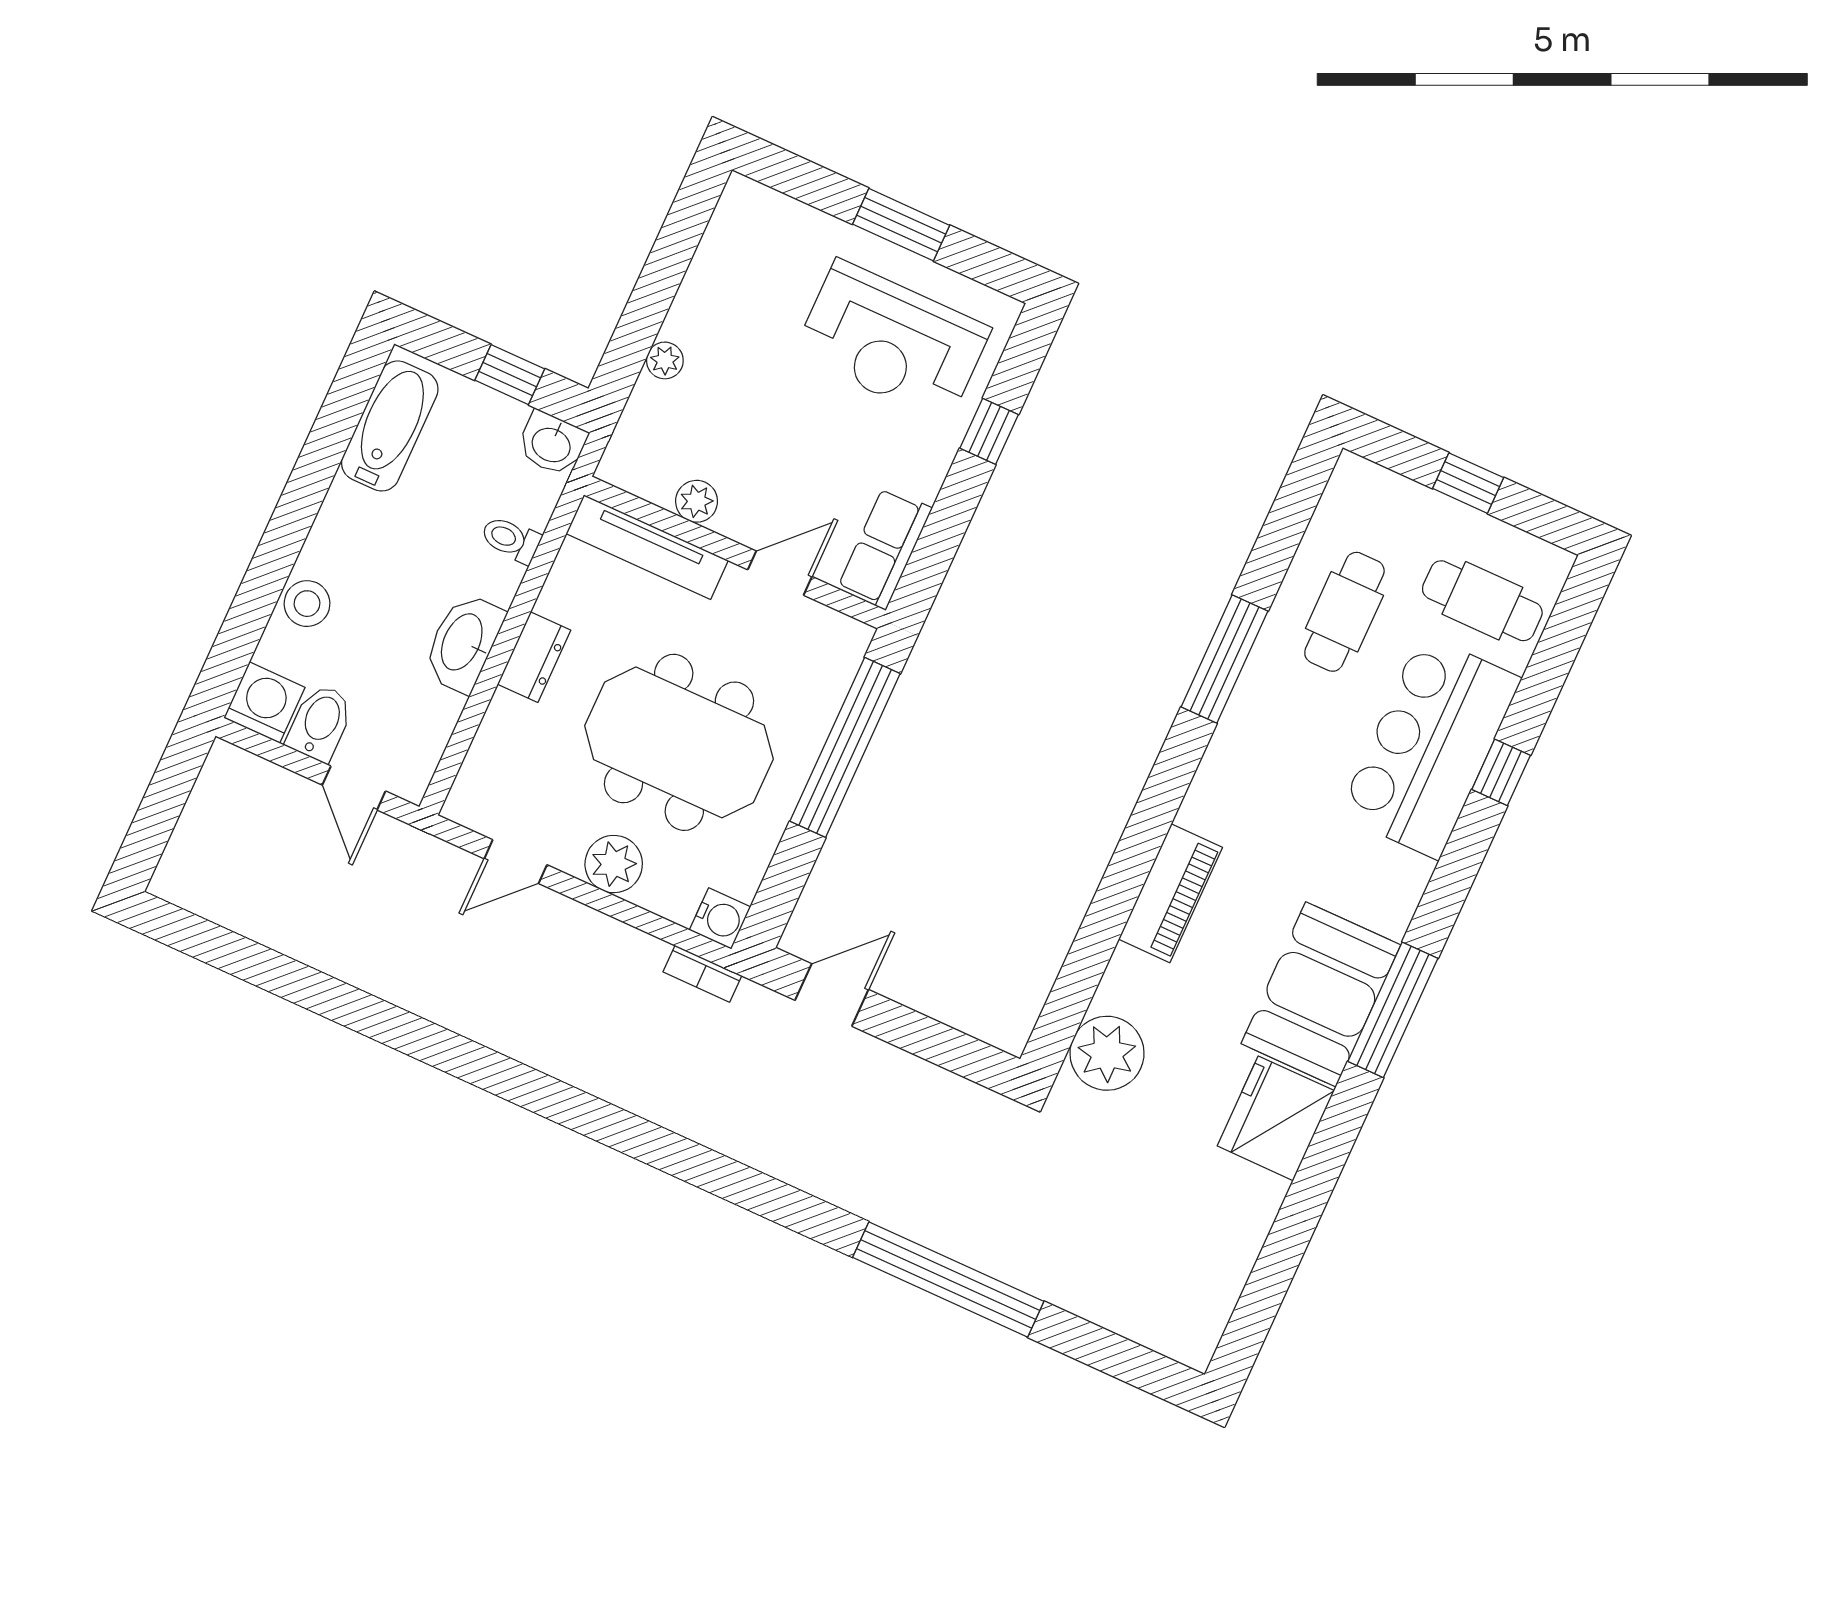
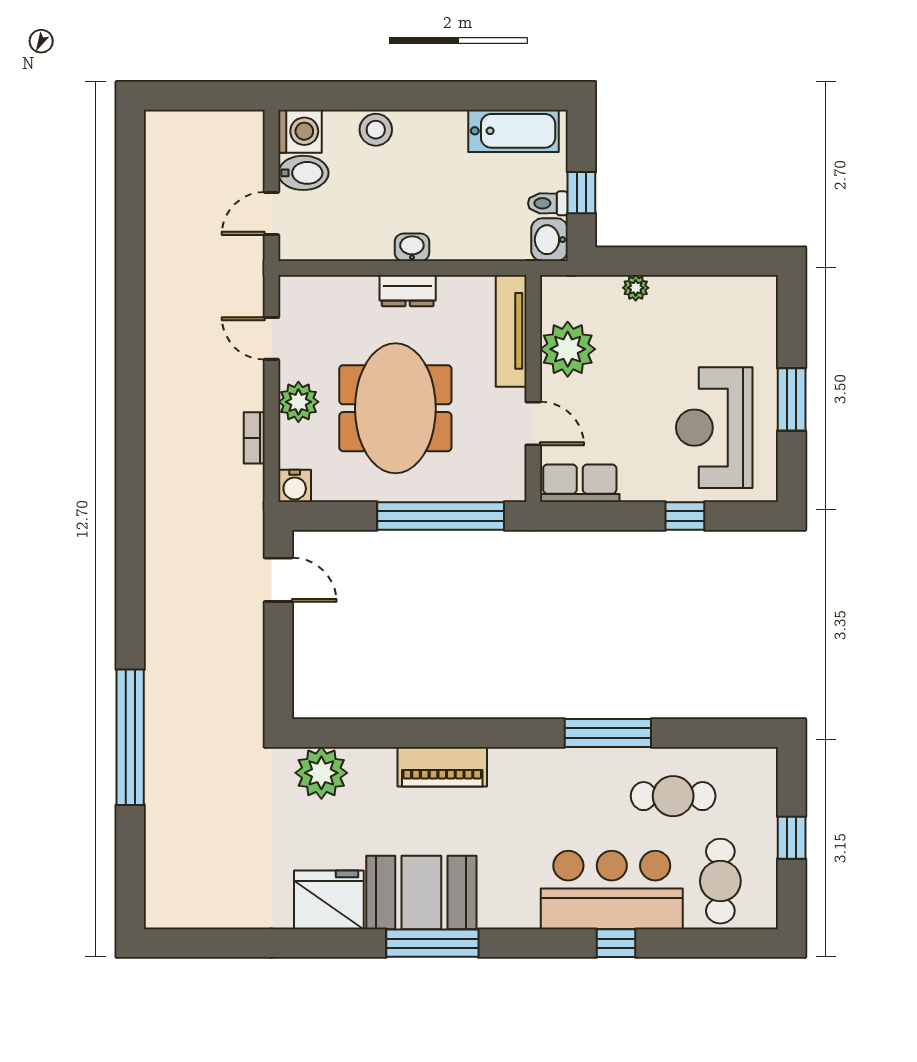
plant: (697, 501) -> (568, 349), width x1.88, depth x1.88
toilet: (511, 539) -> (548, 203), moved, turned -90
washbasin: (463, 643) -> (412, 247), width x0.52, depth x0.69
bookcase: (702, 974) -> (254, 438), moved

